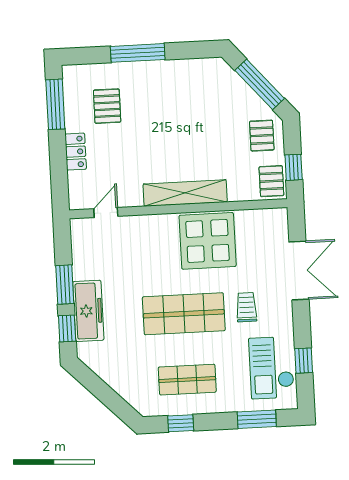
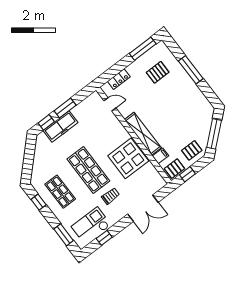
locker: (76, 152) -> (119, 79), moved
filing cabinet: (237, 189) -> (160, 156), added

